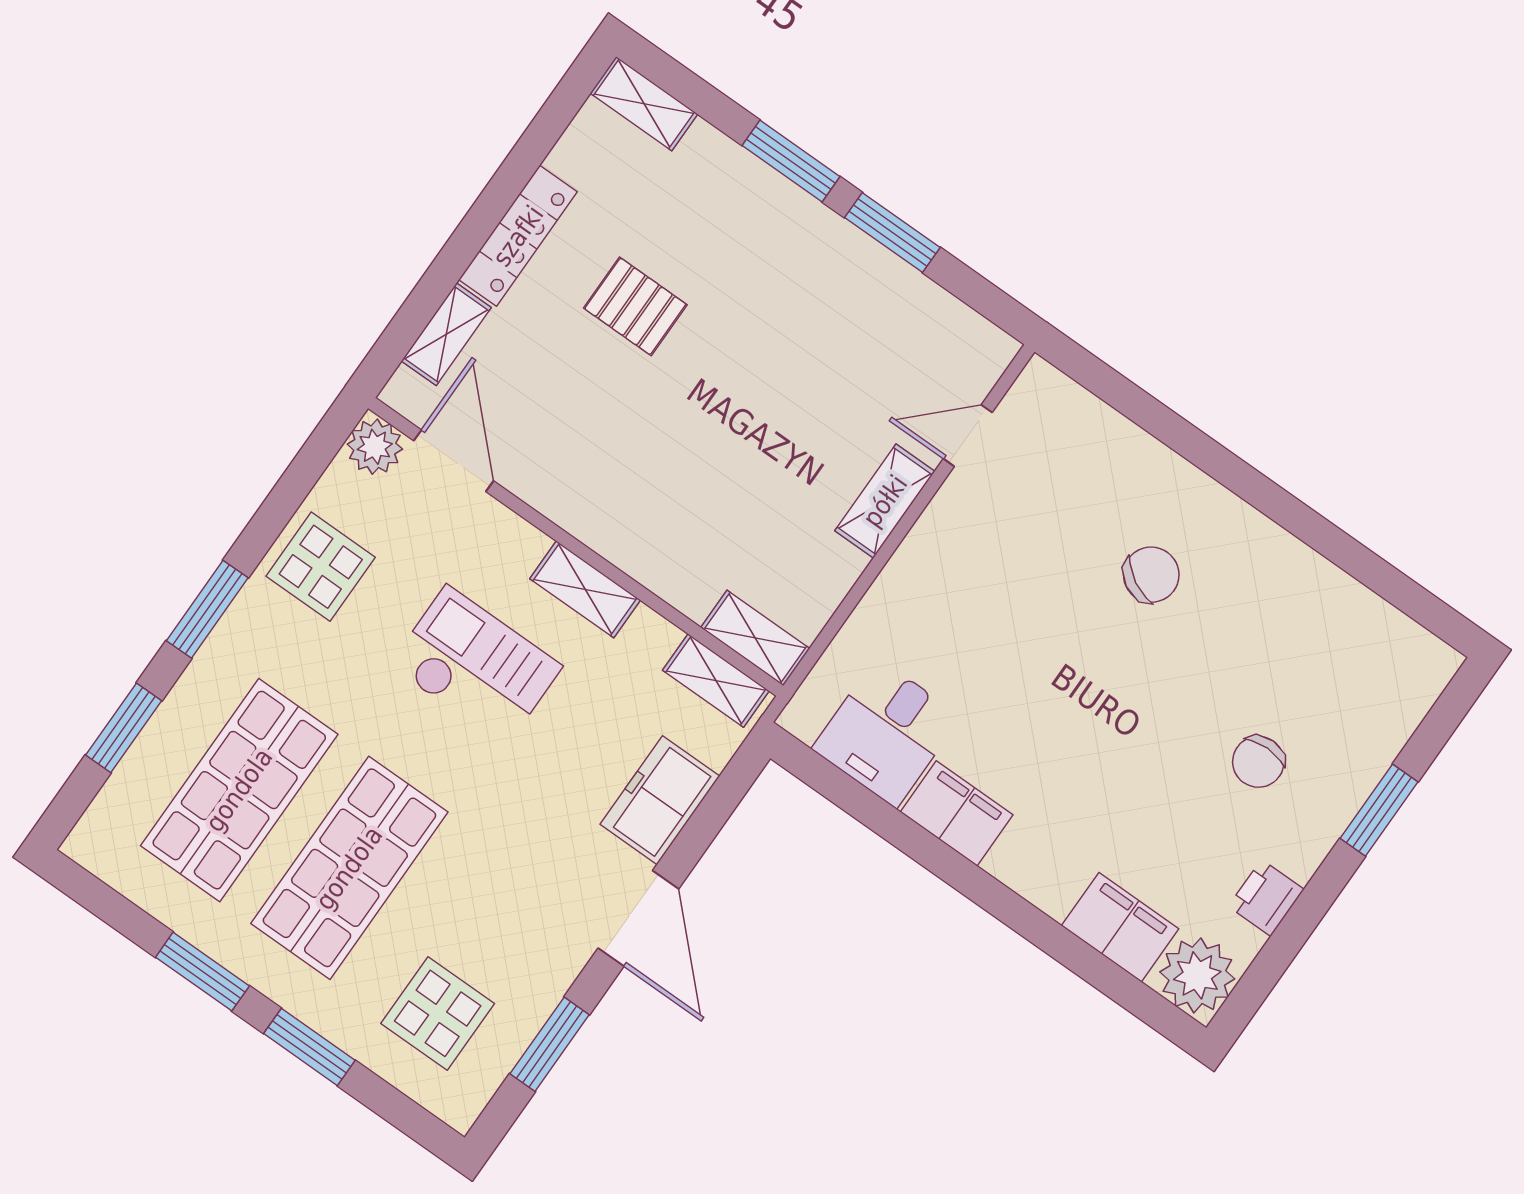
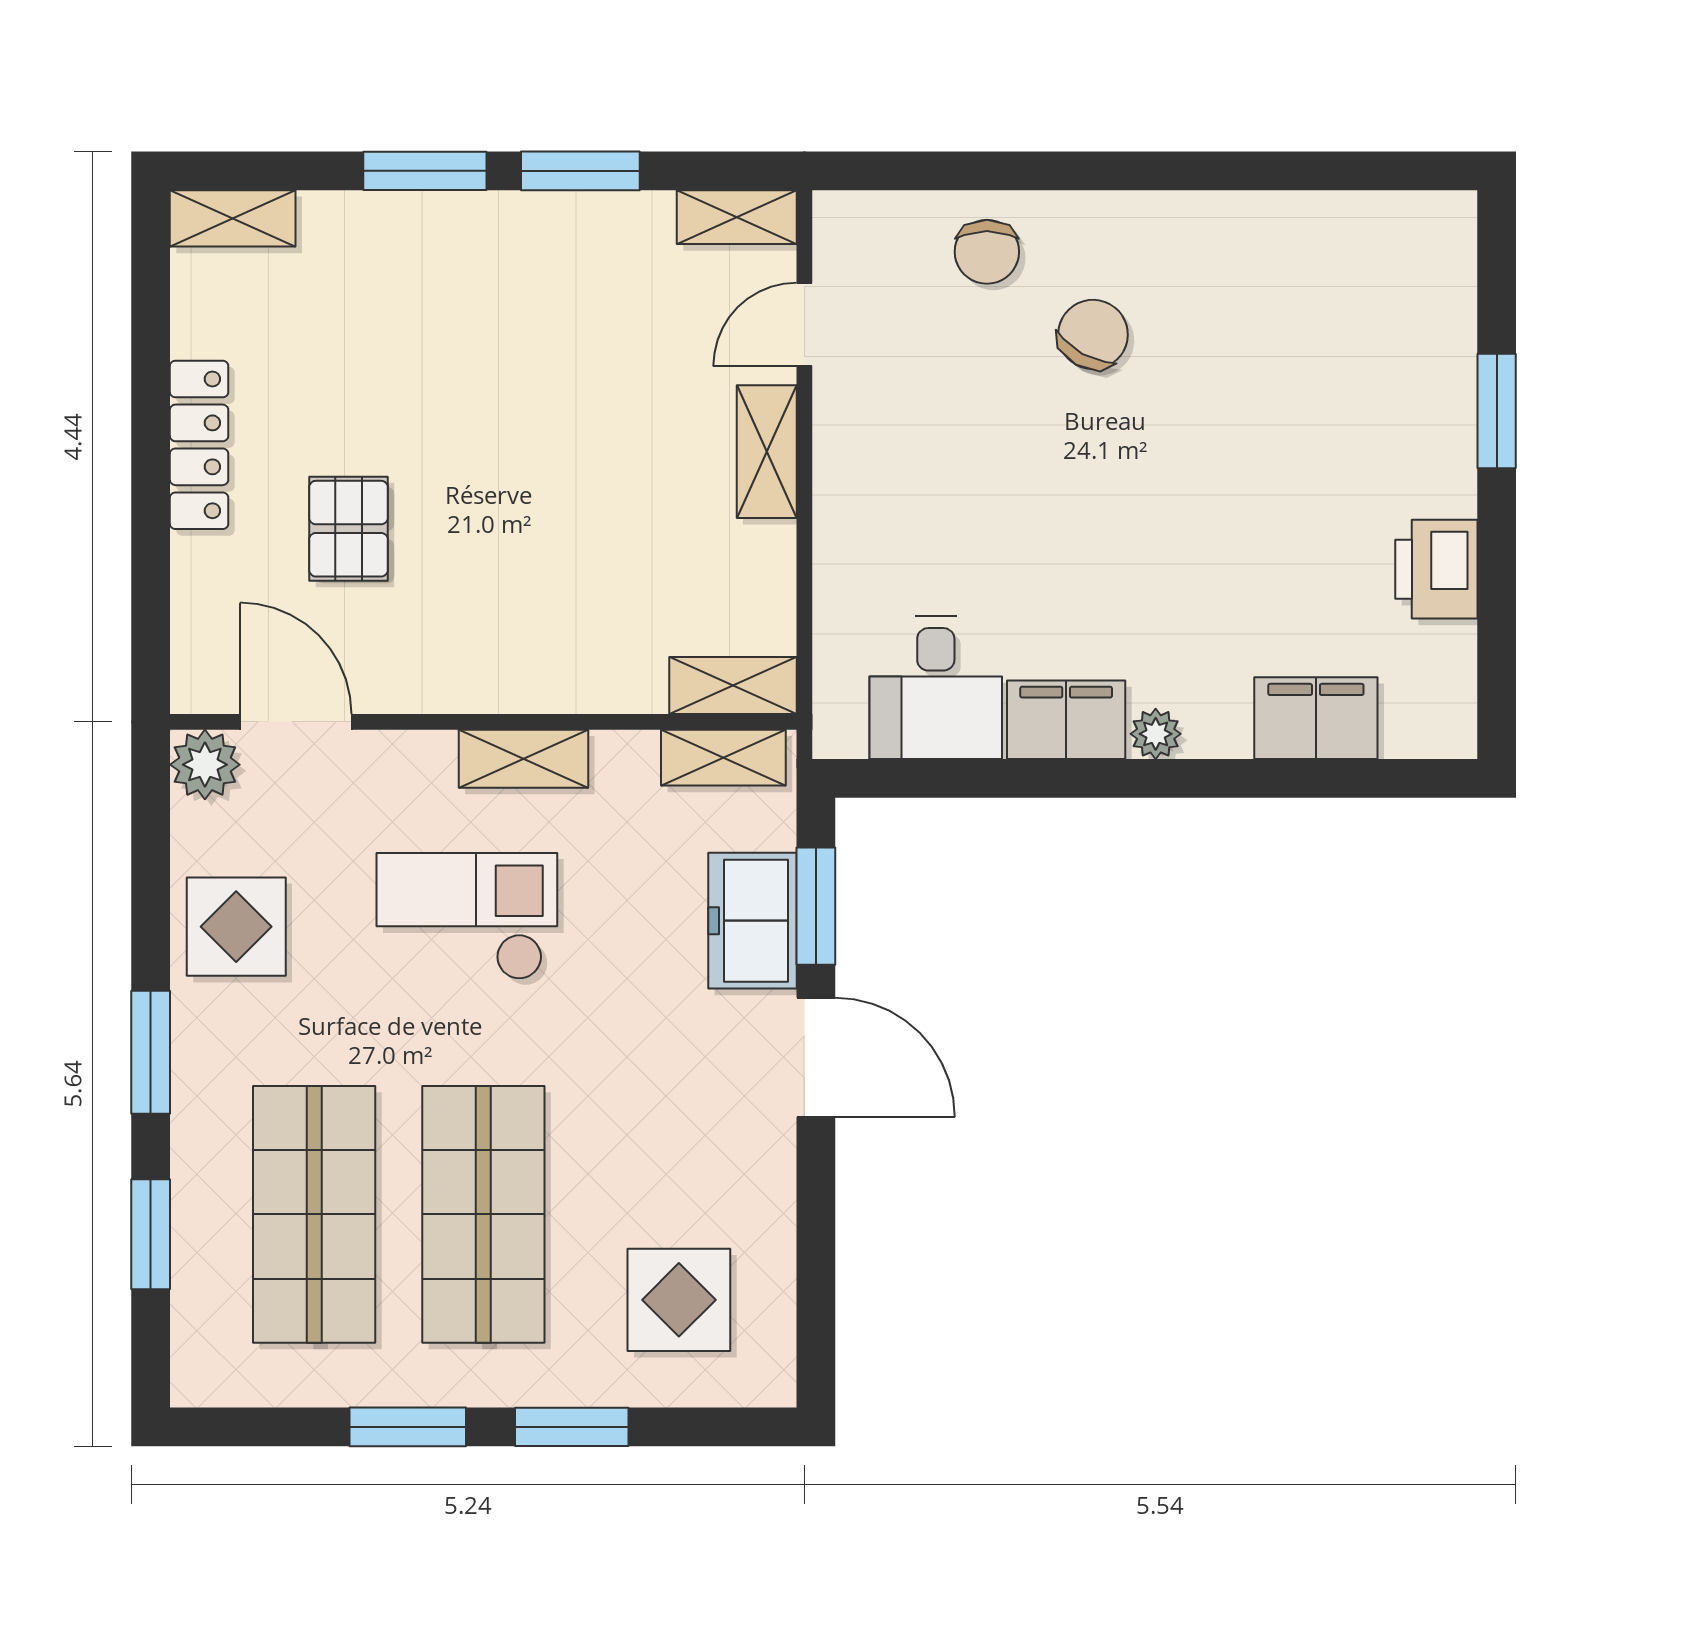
pallet: (635, 306) -> (348, 529), moved, turned 90
shelving: (446, 334) -> (737, 217), moved, turned 90
chair: (1258, 762) -> (987, 252), moved
printer: (1266, 898) -> (1436, 569), width x1.36, depth x1.24
plant: (1197, 975) -> (1156, 734), moved, width x0.53, depth x0.53
window: (550, 1044) -> (816, 906), moved

